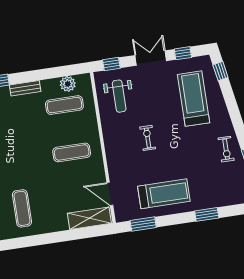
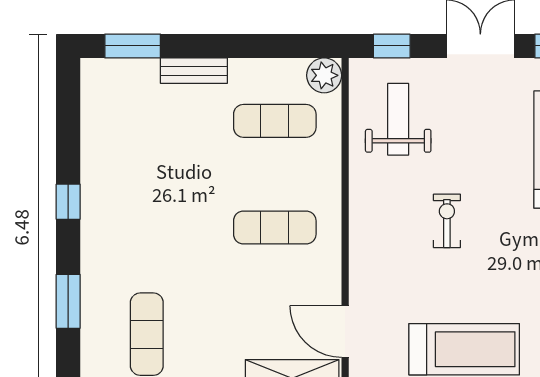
plant: (68, 84) -> (324, 75), moved
weight bench: (119, 96) -> (398, 119), turned 180

